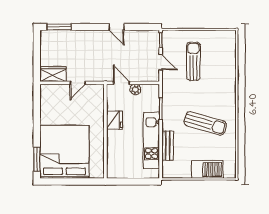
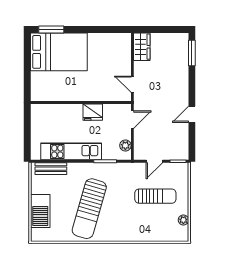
plant: (216, 35) -> (183, 220), added
door: (78, 83) -> (132, 84), moved
plant: (135, 89) -> (125, 145), moved
sun lounger: (205, 123) -> (89, 209), width x1.36, depth x1.34
bench: (168, 146) -> (51, 169), moved
bed: (64, 152) -> (59, 52), width x0.73

